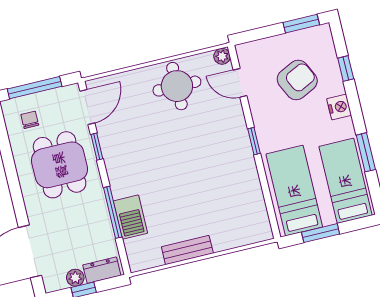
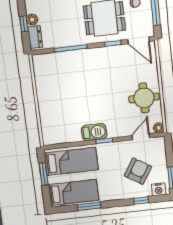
armchair: (297, 80) -> (138, 171), turned -122
nightstand: (339, 107) -> (159, 189), moved
barbecue: (130, 217) -> (94, 132), moved, turned 180
bench: (187, 250) -> (42, 92), removed

